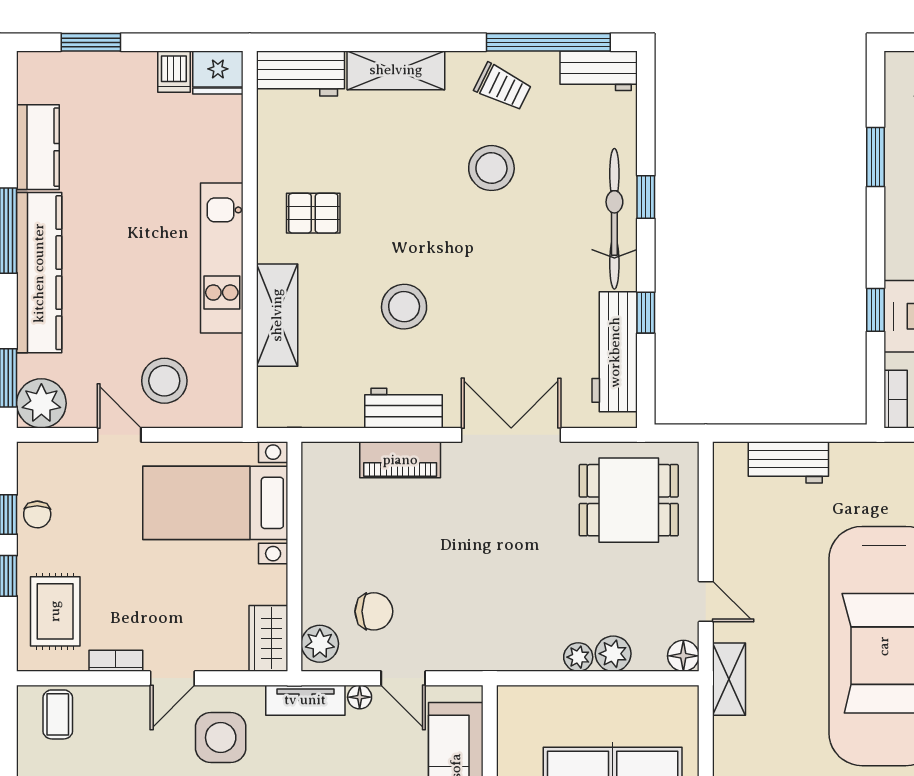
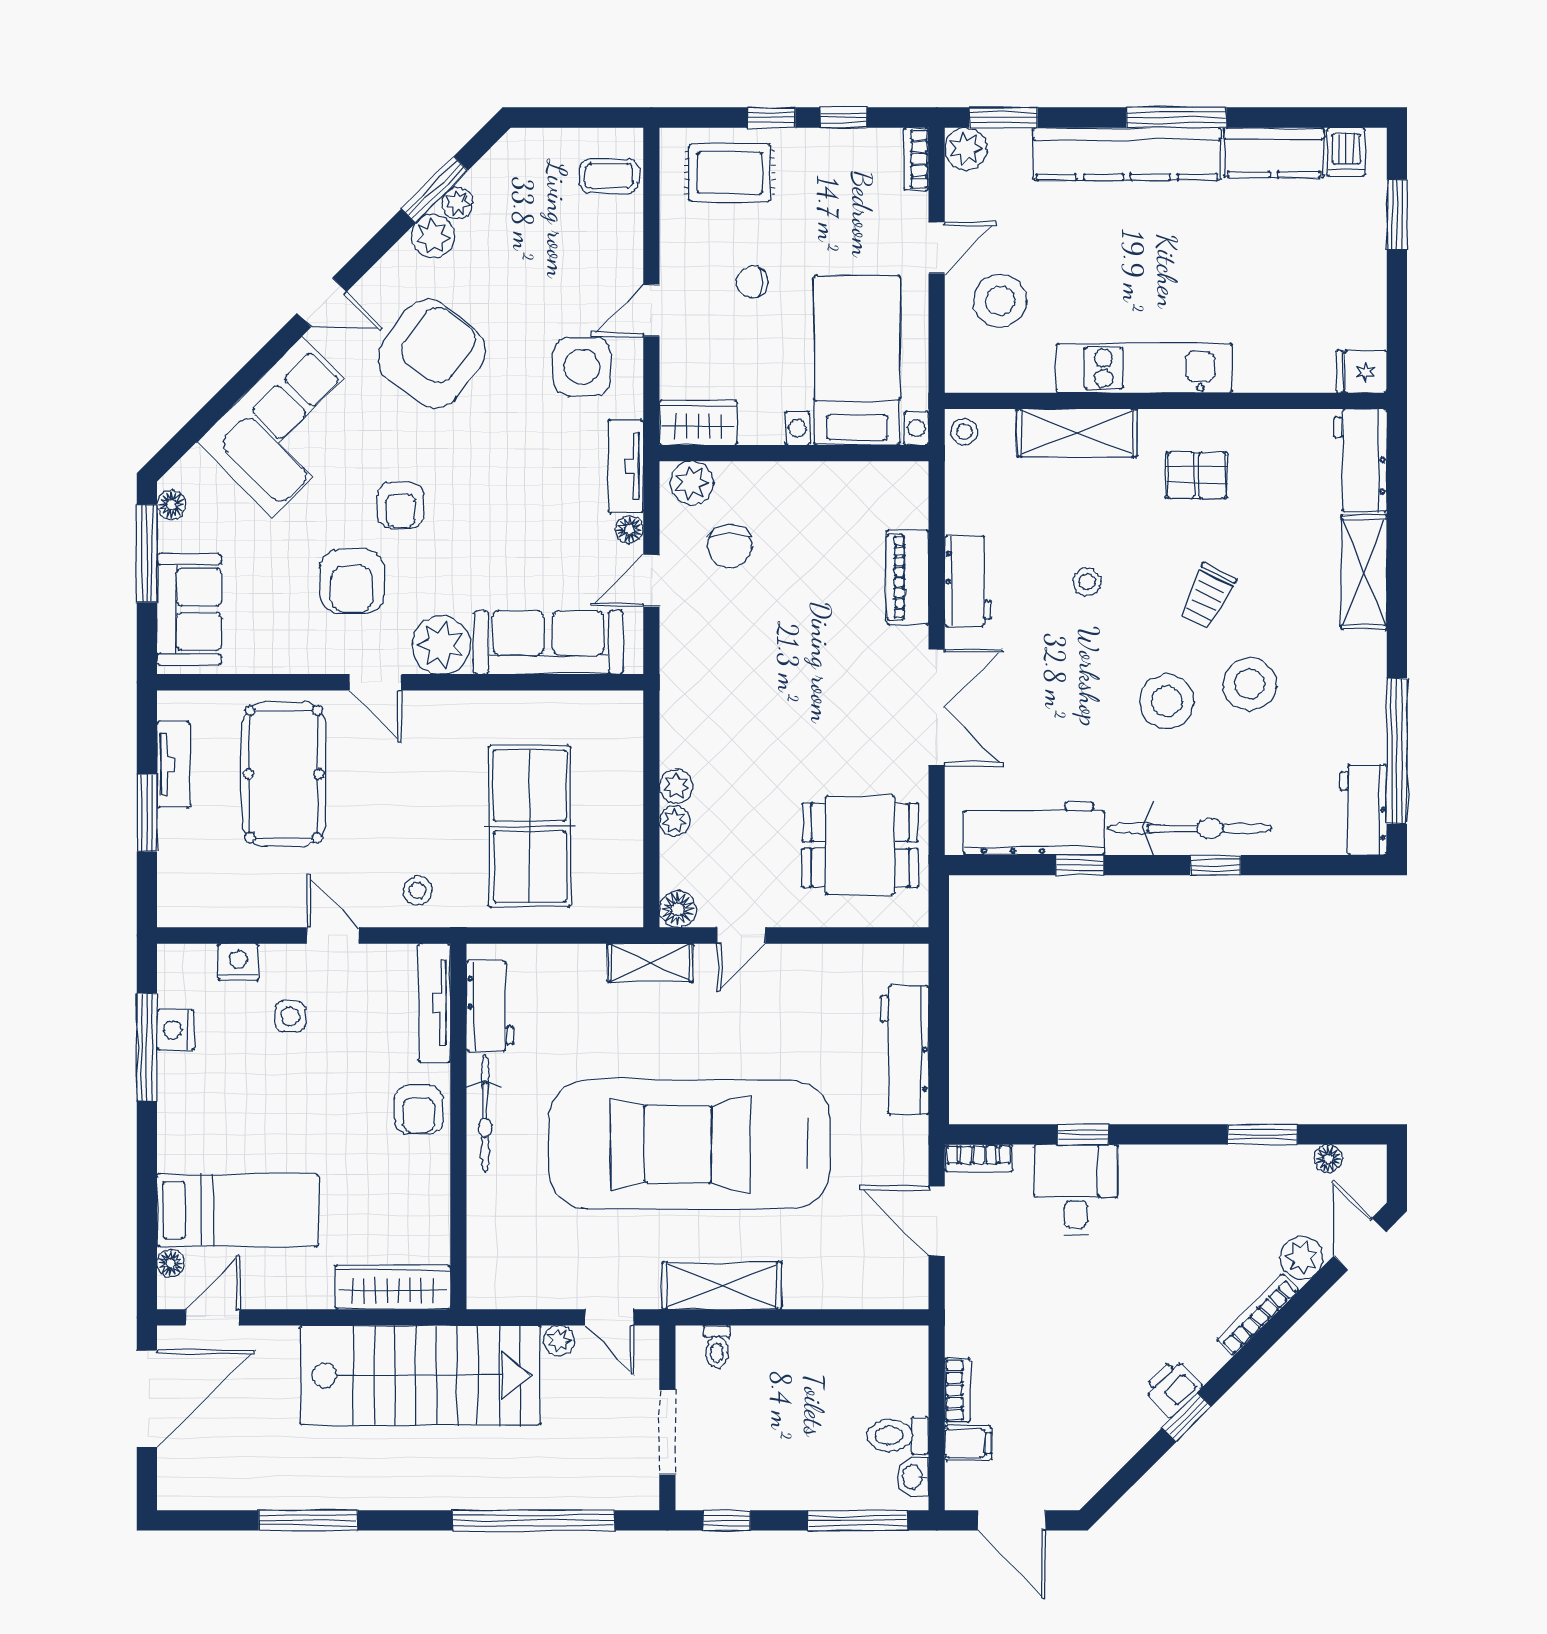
dishwasher: (174, 72) -> (1346, 152), moved, turned -90
fridge: (218, 72) -> (1362, 372), width x0.72
trolley: (503, 87) -> (1207, 597), moved
floor lamp: (896, 101) -> (1328, 1159), added
pallet: (313, 213) -> (1197, 475), turned 90
stool: (506, 239) -> (1167, 701), added
stool: (404, 307) -> (1087, 582), width x0.53, depth x0.53
plant: (41, 403) -> (966, 149), width x0.73, depth x0.73
stool: (276, 411) -> (964, 432), added
workbench: (788, 462) -> (904, 1050), width x1.37
dining table: (629, 500) -> (860, 845), turned 90
chair: (37, 514) -> (752, 282), moved
plant: (613, 654) -> (674, 821), width x0.73, depth x0.73
bookcase: (116, 661) -> (916, 159), moved, turned 180
door: (172, 678) -> (651, 310), hinge flipped

